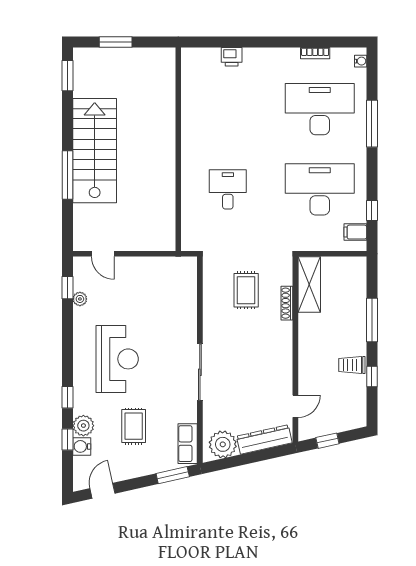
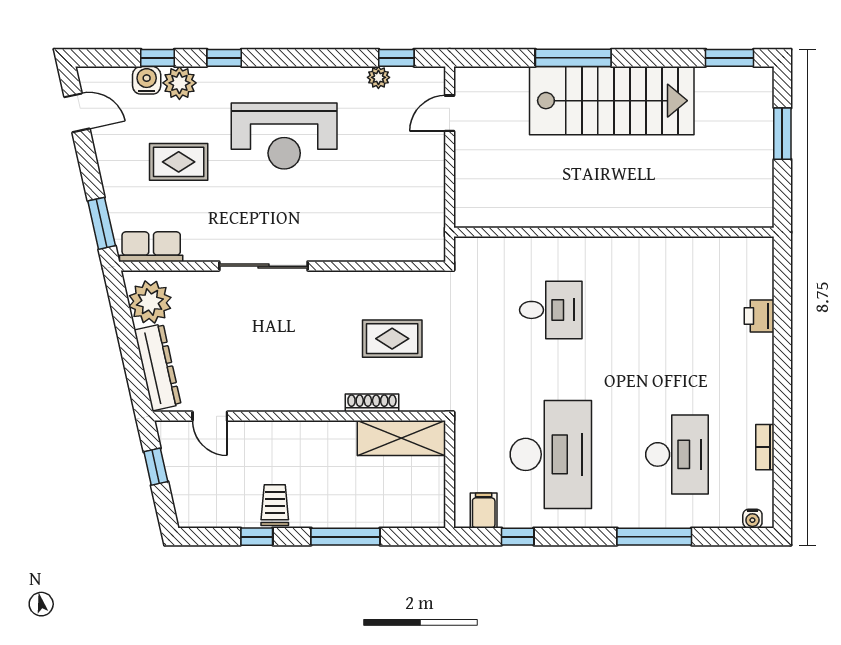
desk: (320, 109) -> (677, 454), width x0.73, depth x0.77

